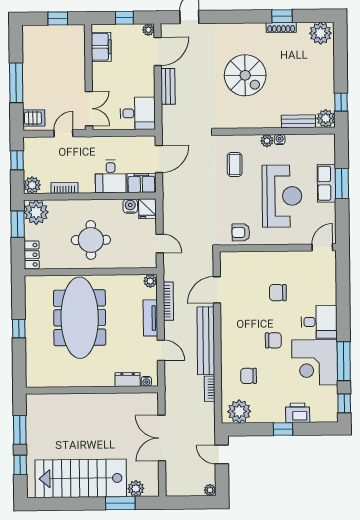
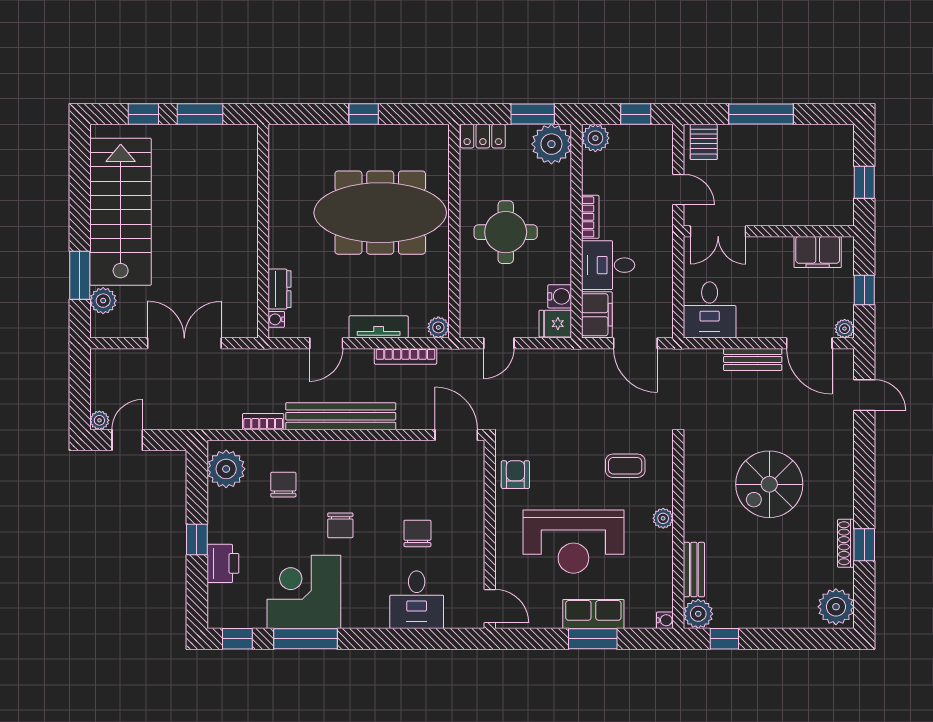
water cooler: (280, 139) -> (665, 620), moved
bookcase: (65, 188) -> (590, 217), moved
door: (217, 290) -> (456, 435), moved
desk: (319, 322) -> (417, 600), moved
door: (222, 454) -> (127, 440), moved

